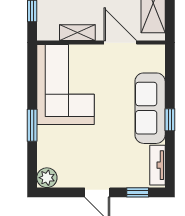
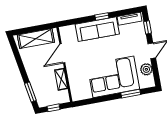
corner sofa: (65, 85) -> (113, 77), moved
window: (32, 125) -> (131, 94), moved
plant: (47, 178) -> (146, 69), moved

